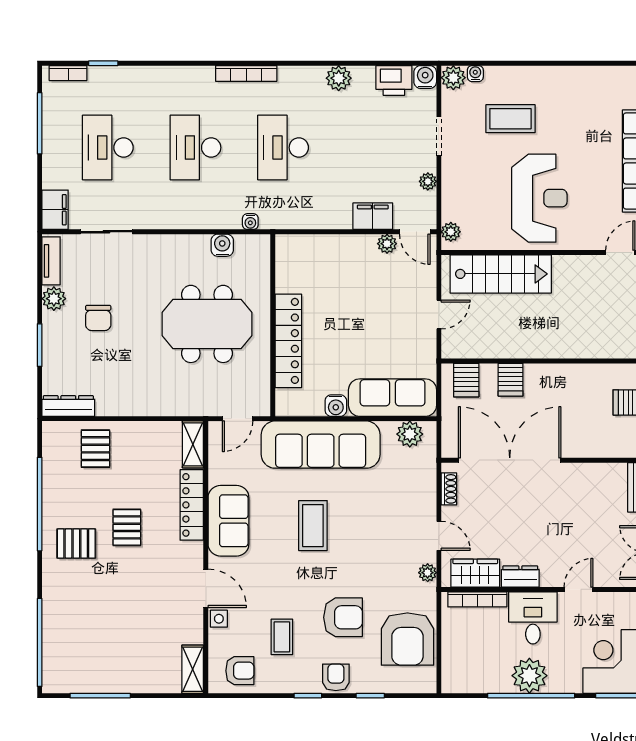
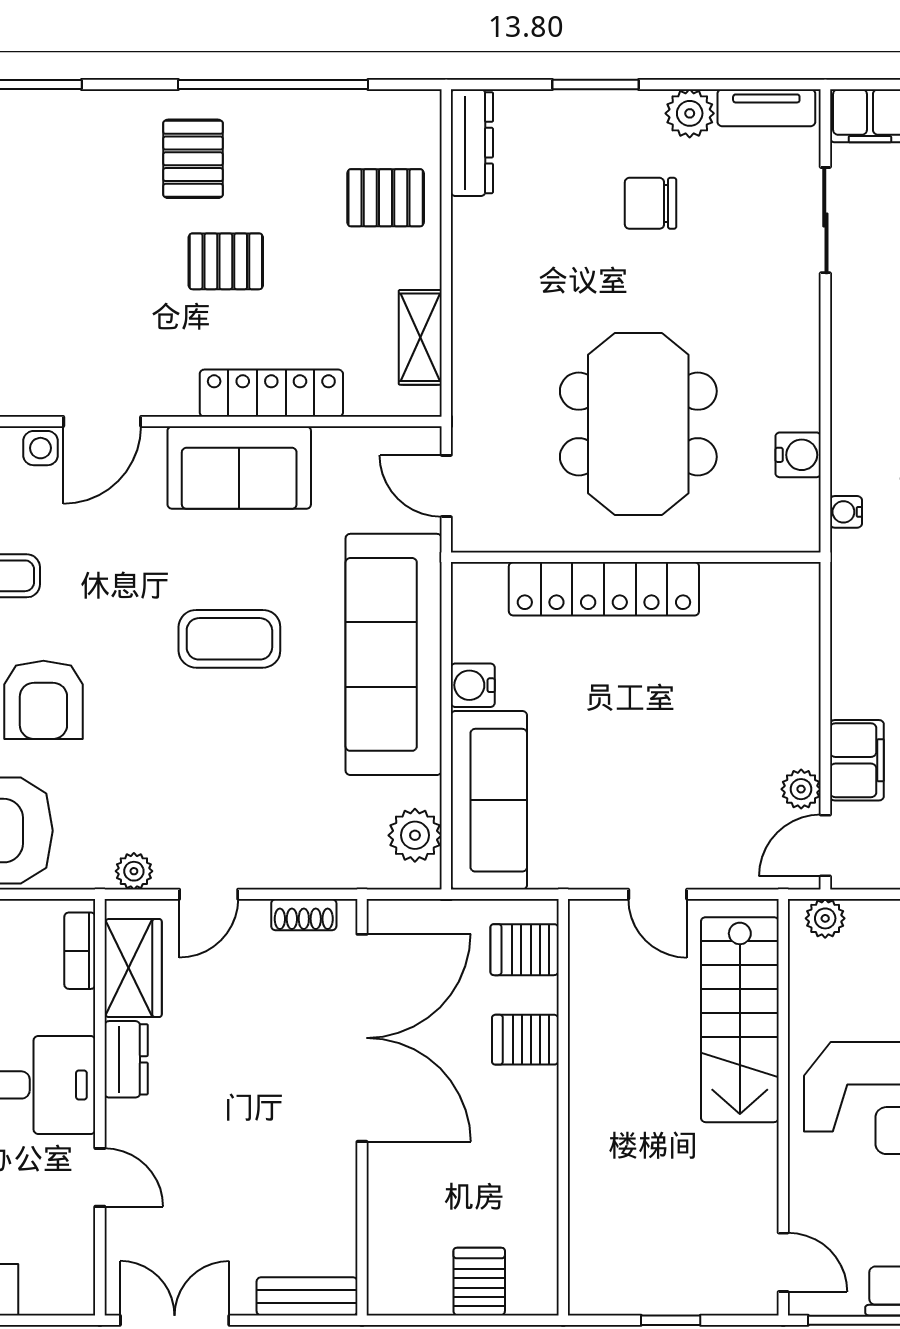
shelving: (193, 444) -> (420, 337), moved, turned 90
bookcase: (477, 599) -> (80, 951), width x0.64

